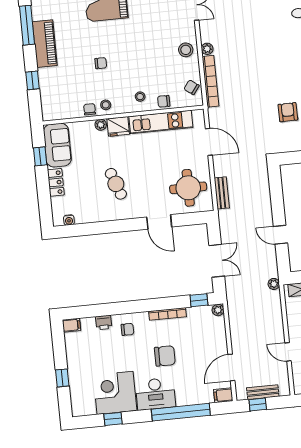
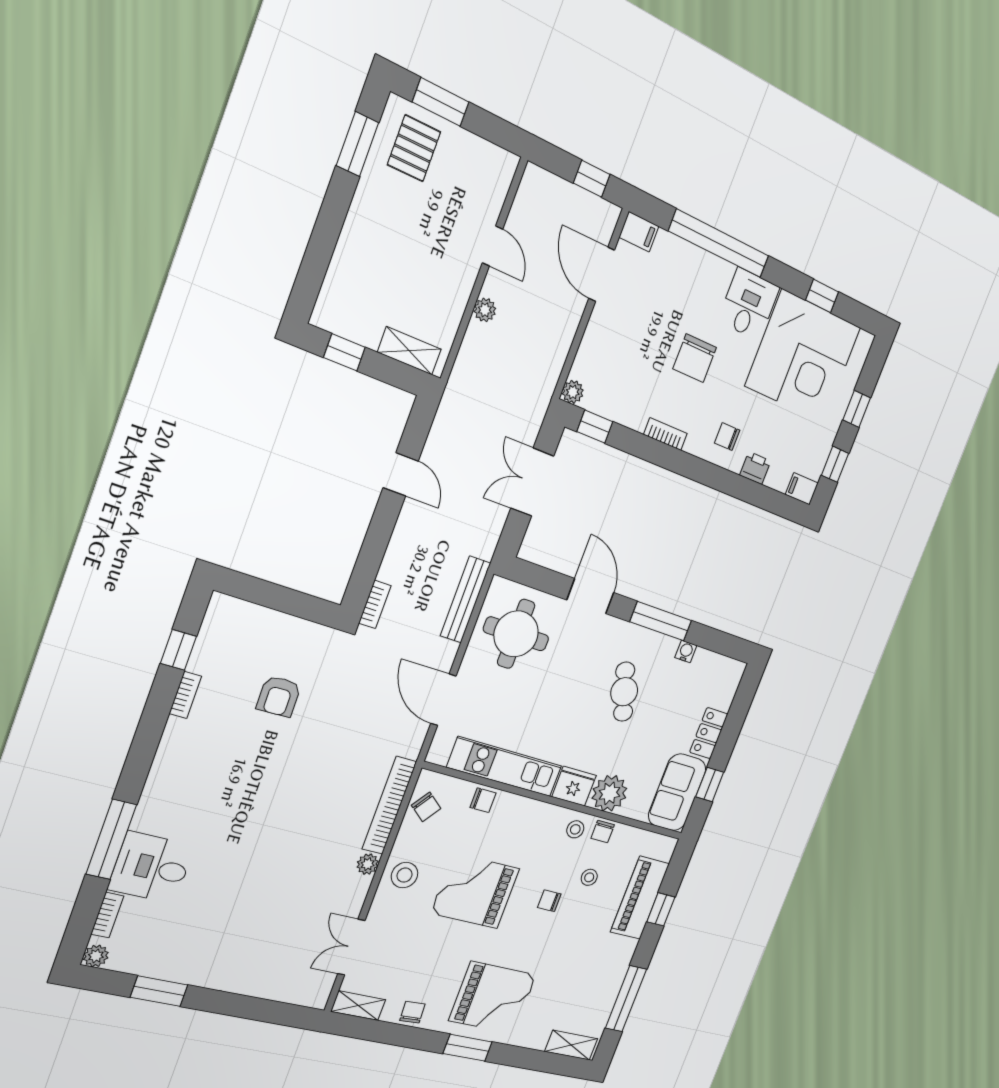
piano: (45, 44) -> (640, 898), moved
grand piano: (144, 55) -> (475, 891), added
stool: (140, 97) -> (589, 877), moved
plant: (101, 125) -> (610, 793), width x1.87, depth x1.87
bookcase: (264, 172) -> (375, 604), added
bench: (222, 193) -> (465, 599), width x1.36
water cooler: (69, 220) -> (686, 651), moved
window: (115, 226) -> (661, 621), added
plant: (274, 284) -> (485, 310), moved
bookcase: (168, 314) -> (665, 434), width x0.64
window: (59, 346) -> (835, 464), added
chair: (165, 356) -> (695, 358), turned -90
door: (231, 368) -> (602, 274), swing flipped
bench: (263, 392) -> (572, 196), removed
corner desk: (115, 393) -> (803, 357), width x1.36, depth x1.36
desk: (155, 394) -> (749, 304), width x0.73

